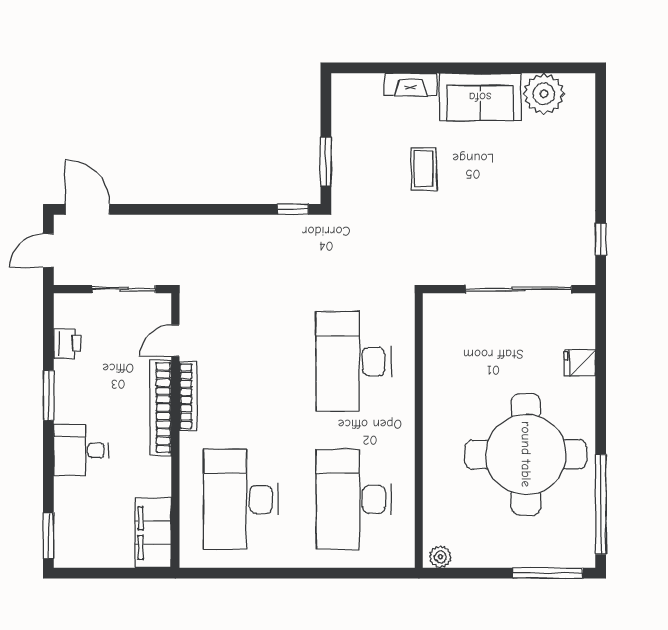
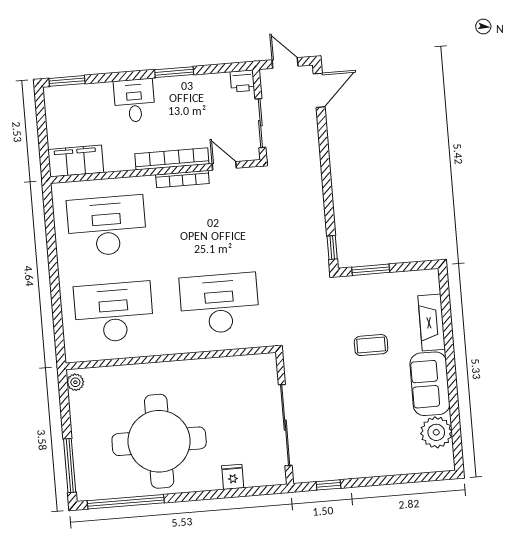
fireplace: (411, 84) -> (432, 322), width x1.37, depth x1.32
printer: (67, 343) -> (242, 81), moved

